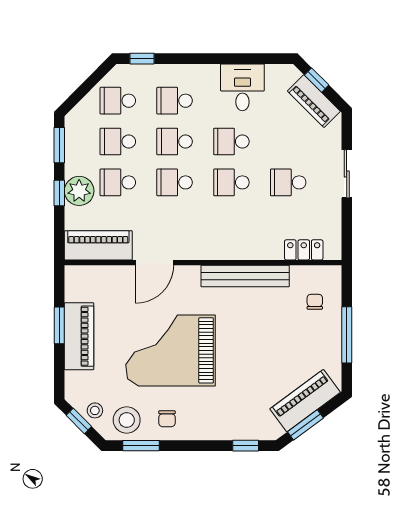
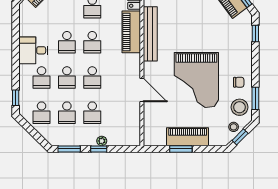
desk: (242, 87) -> (33, 50), moved
plant: (79, 191) -> (102, 141), width x0.53, depth x0.53
piano: (98, 245) -> (131, 32), moved

